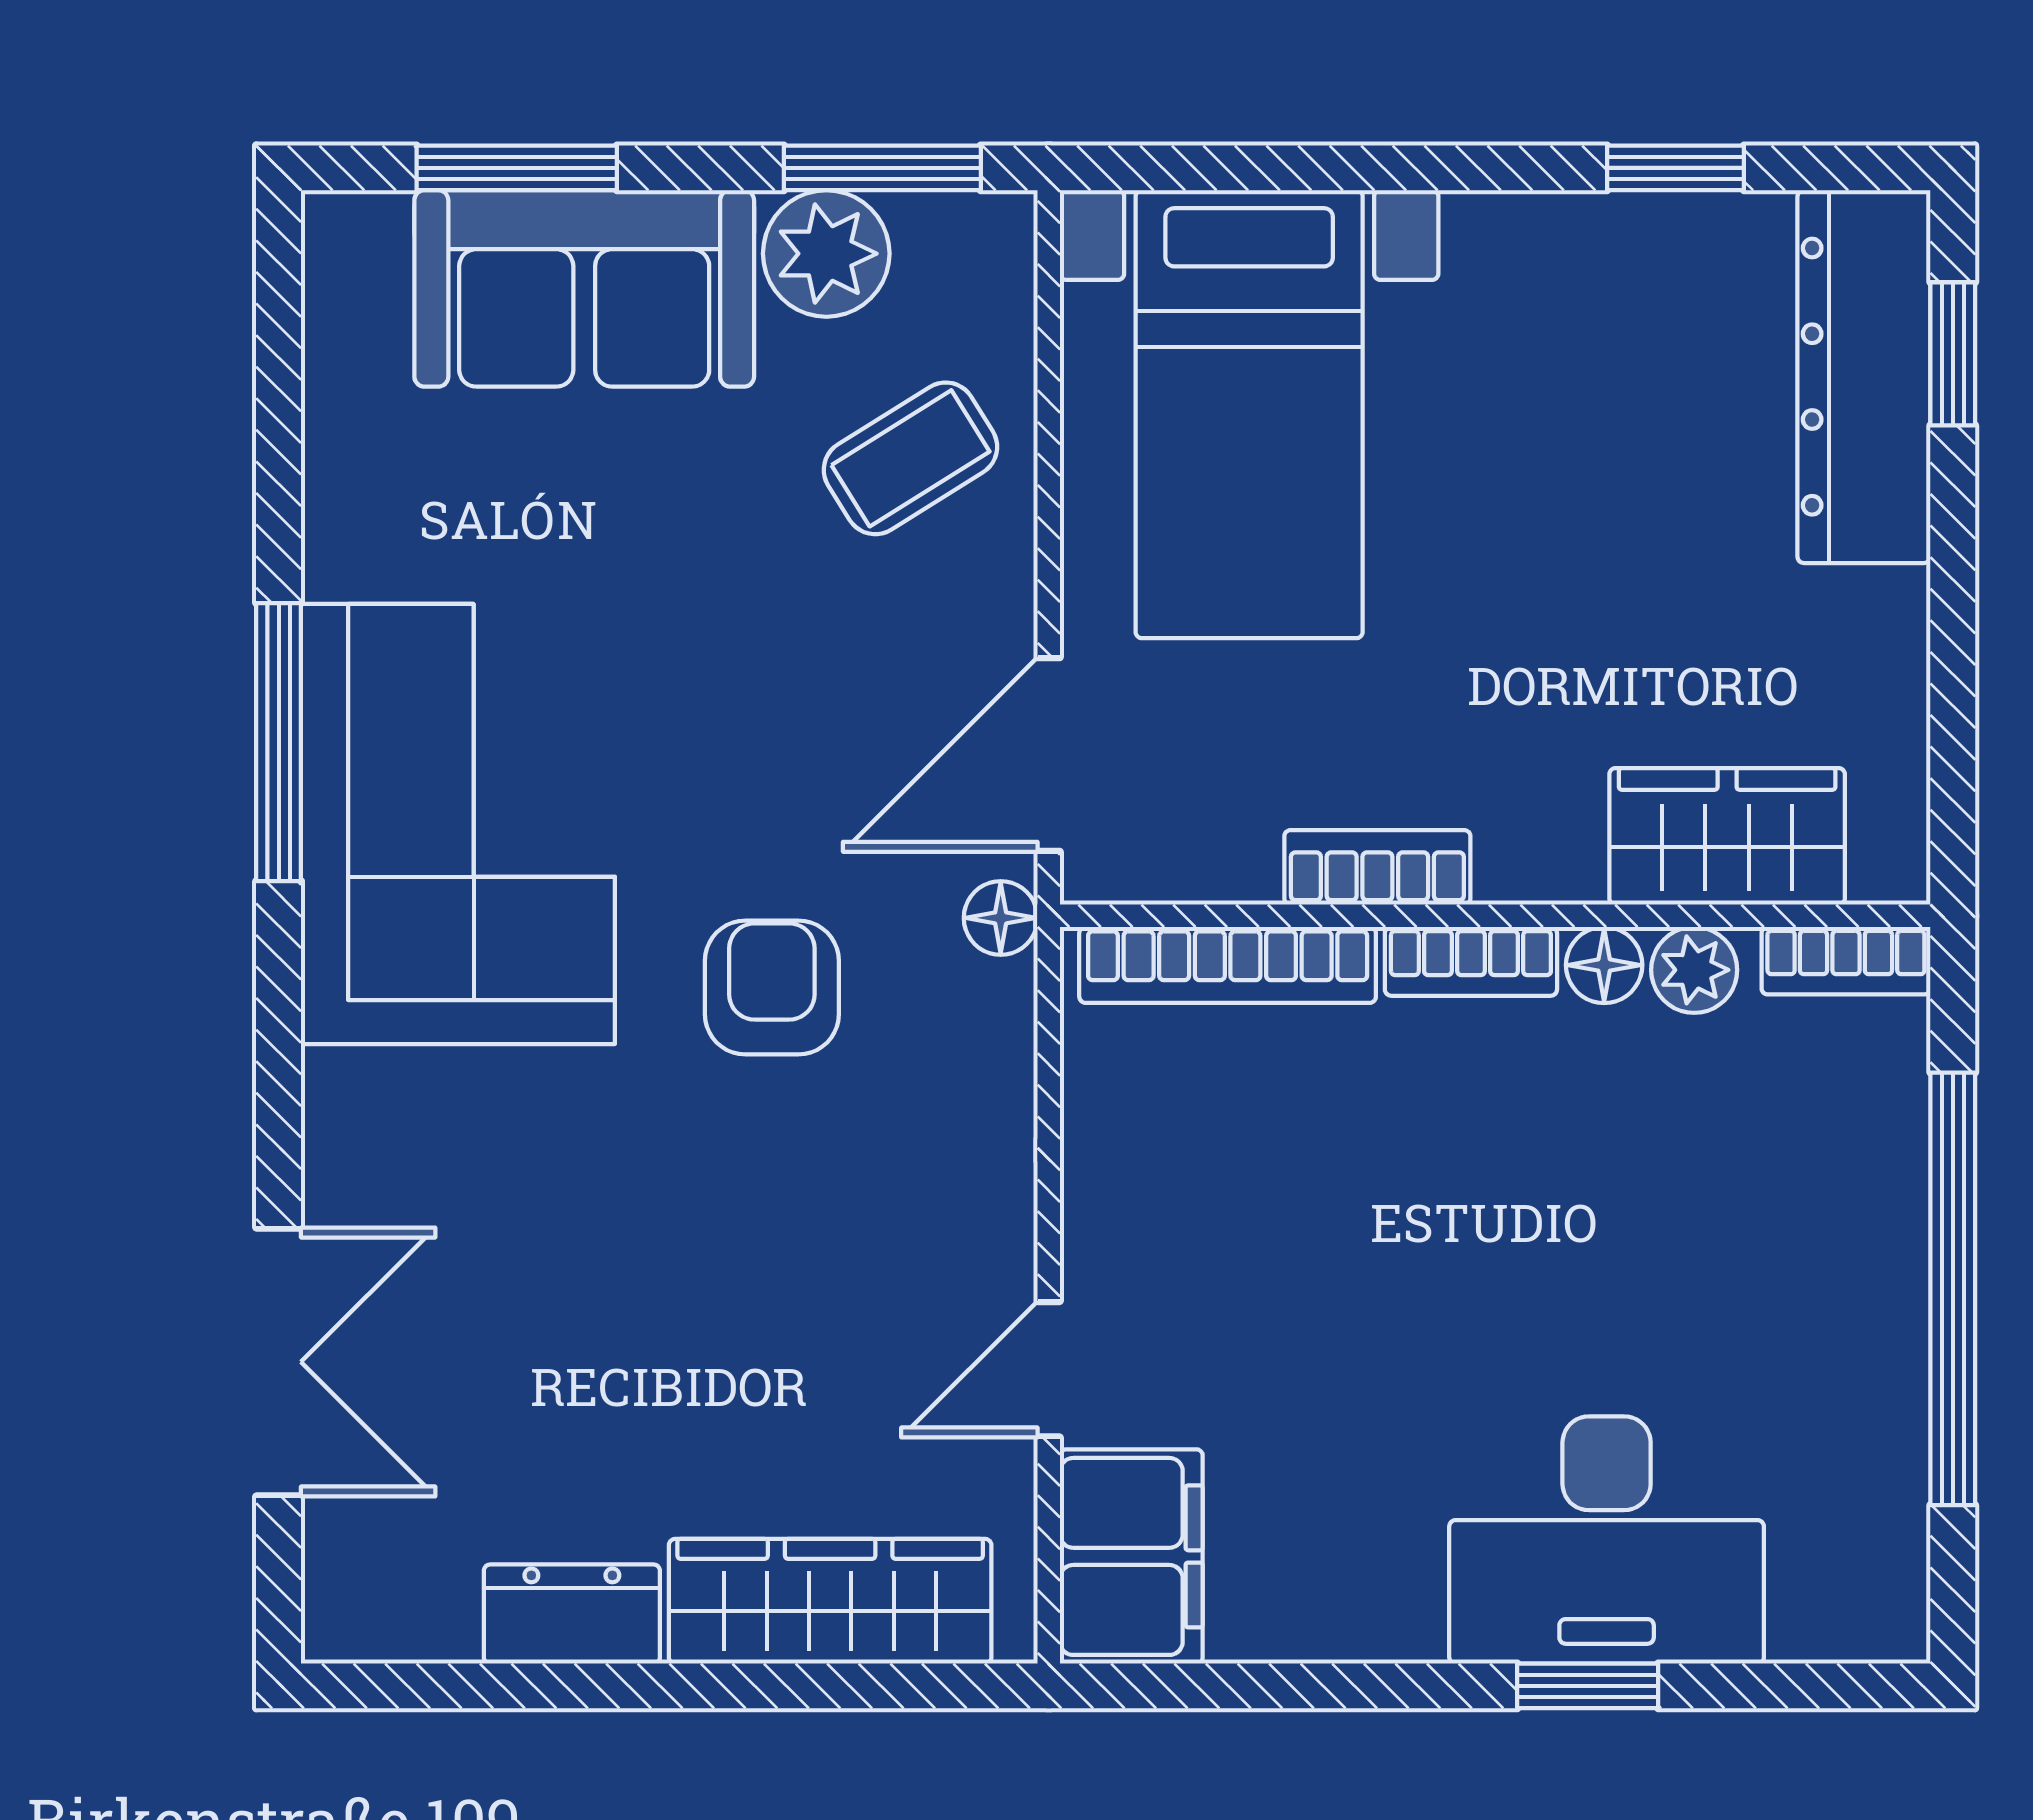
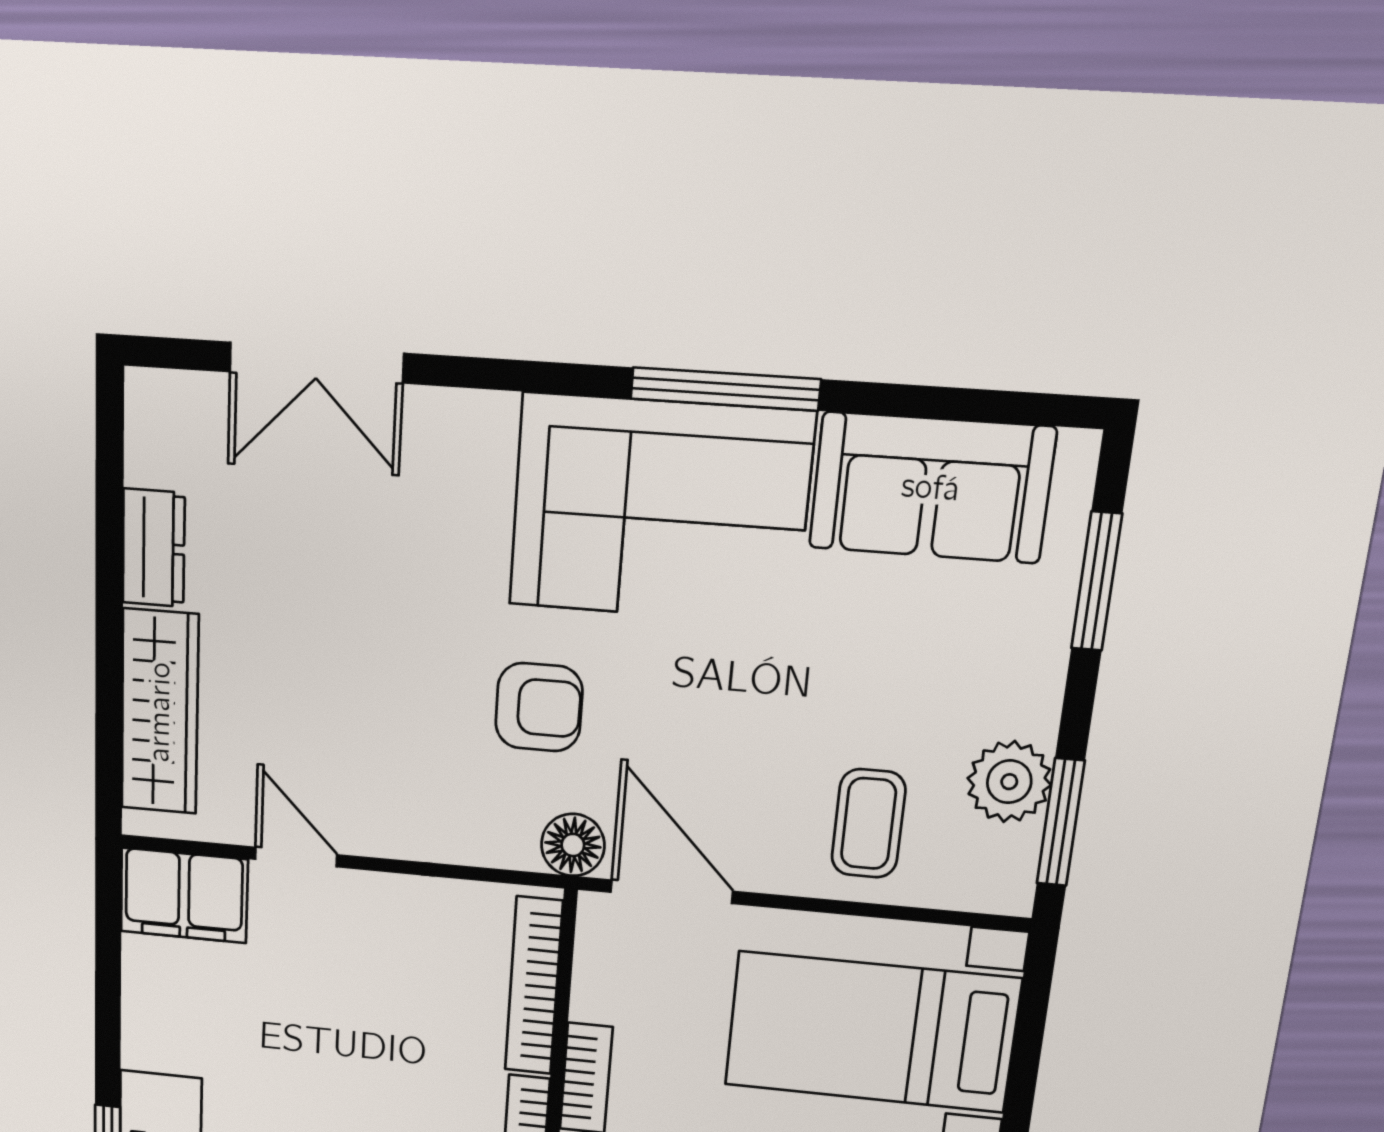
sofa: (584, 288) -> (931, 488), moved, turned -90
coffee table: (910, 458) -> (868, 824), turned 32
floor lamp: (1001, 918) -> (573, 845), width x1.37, depth x1.37

